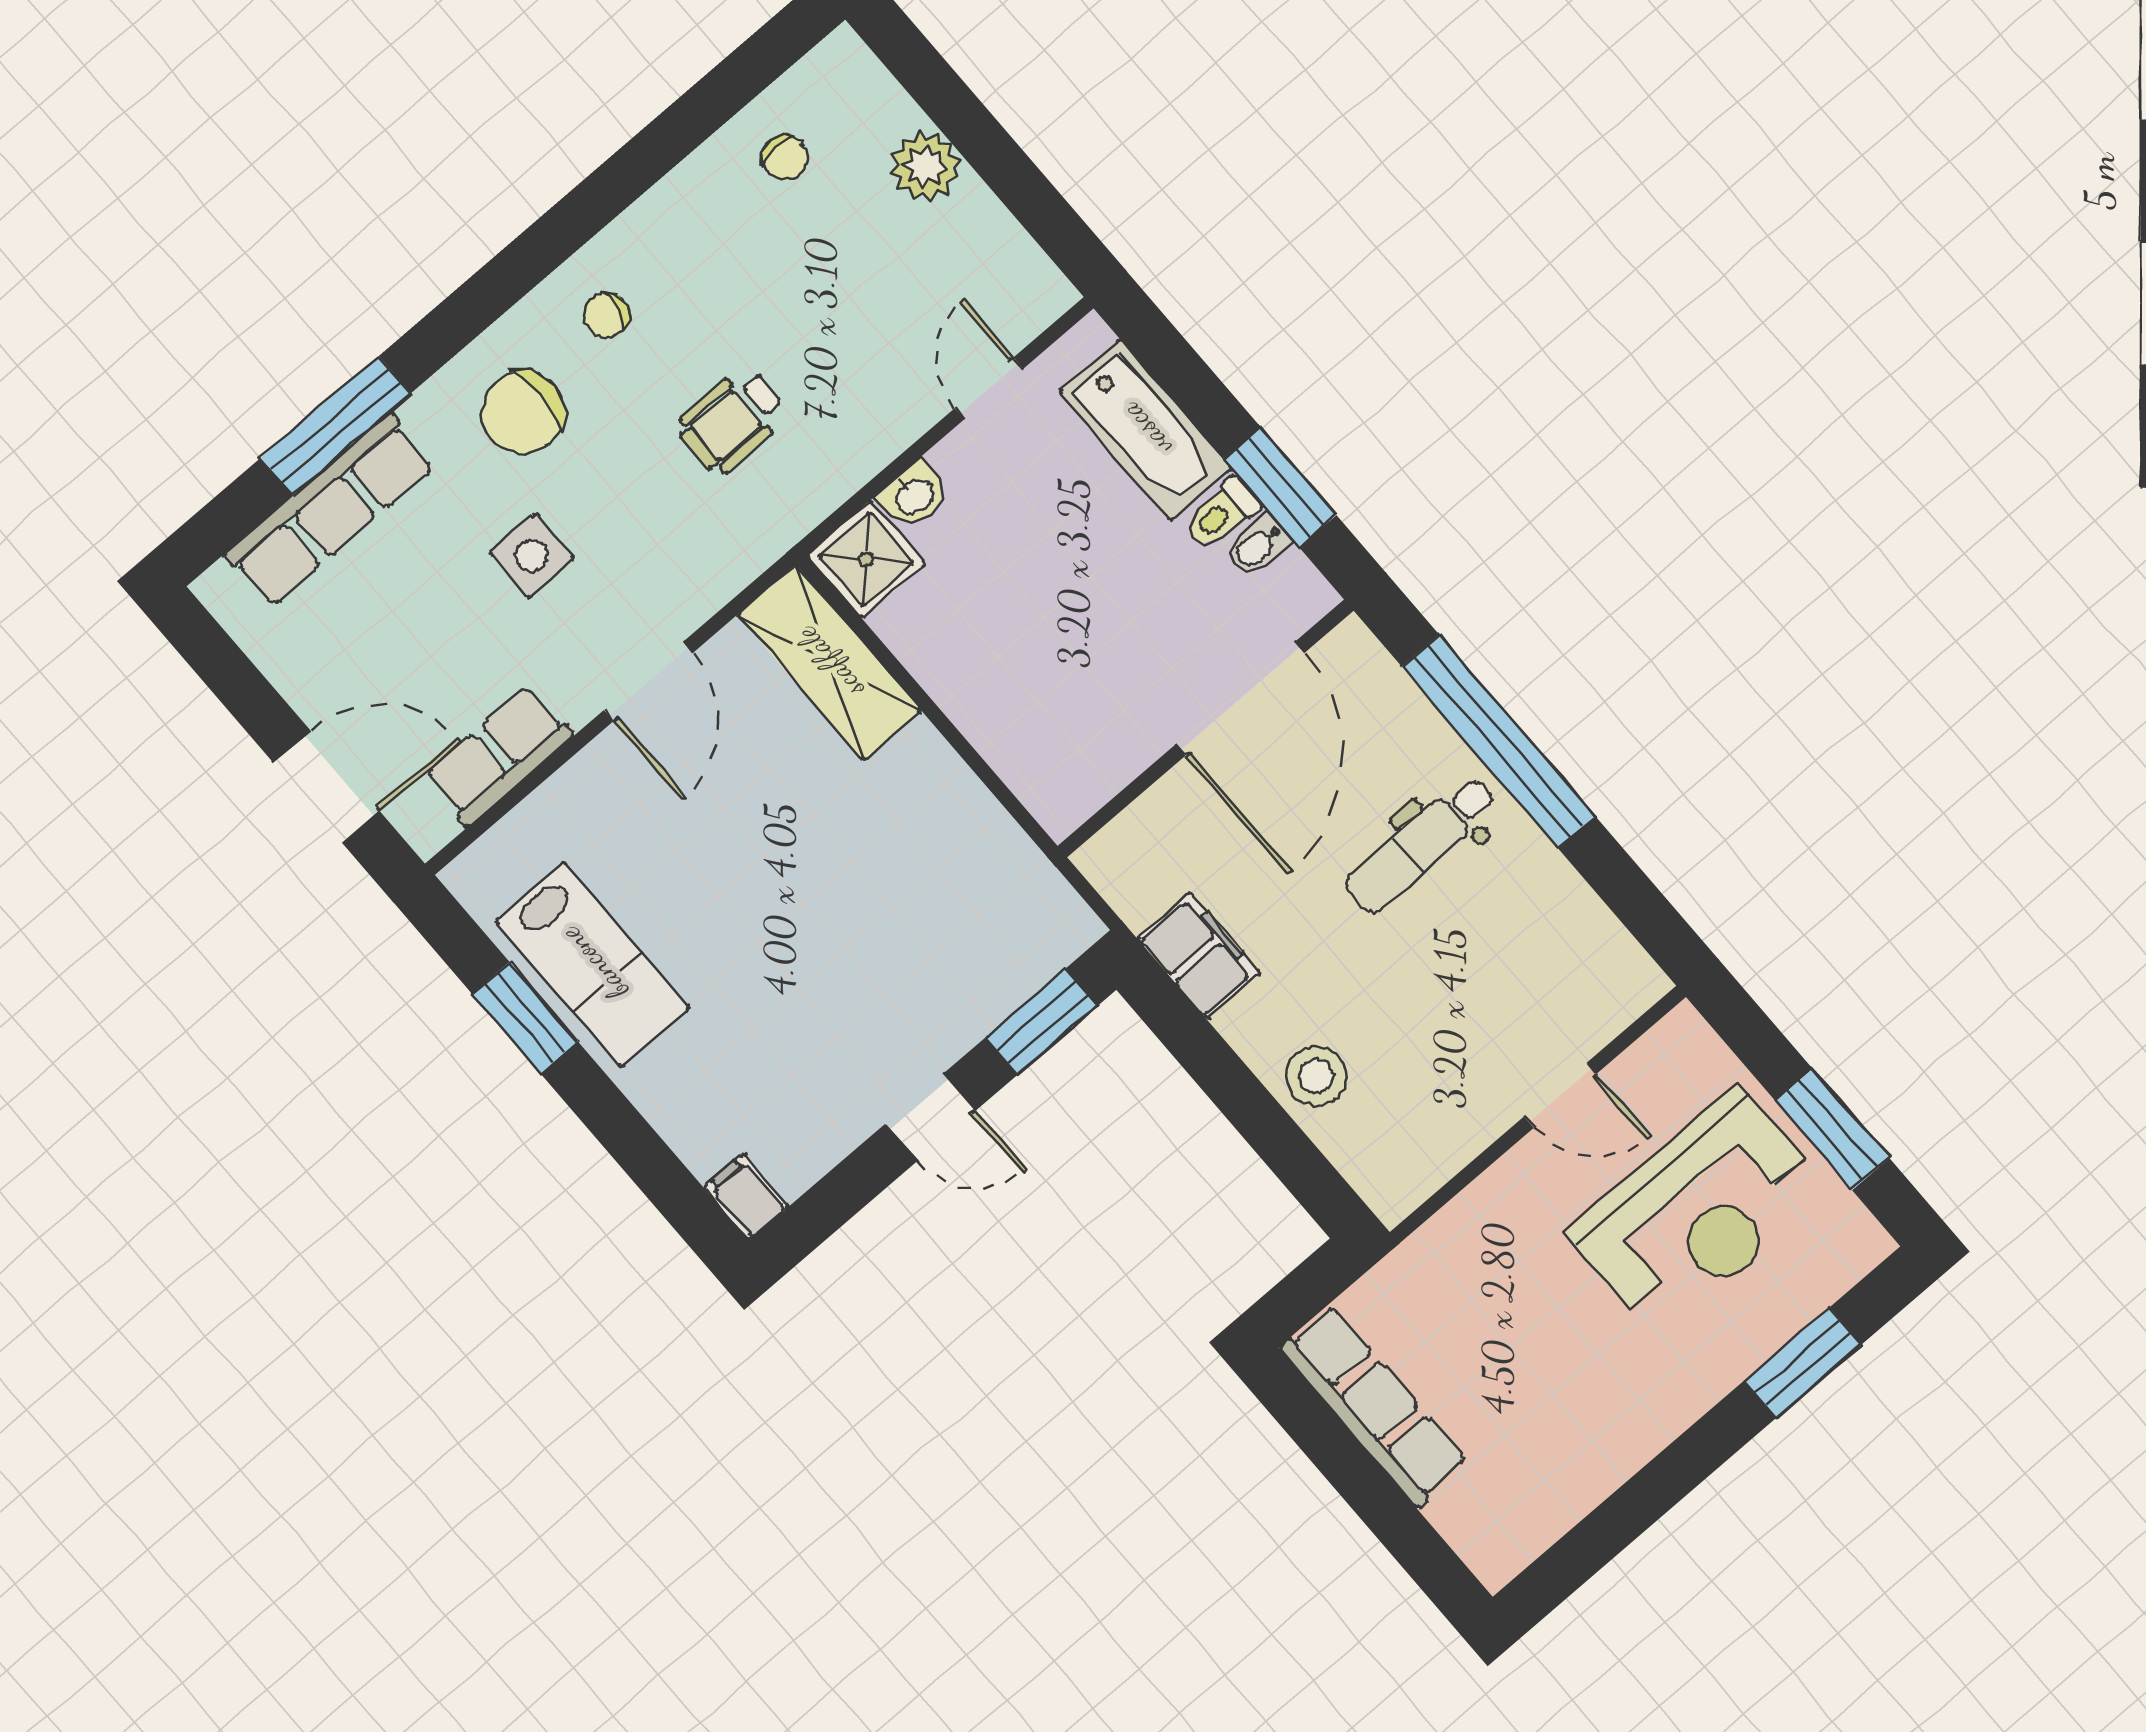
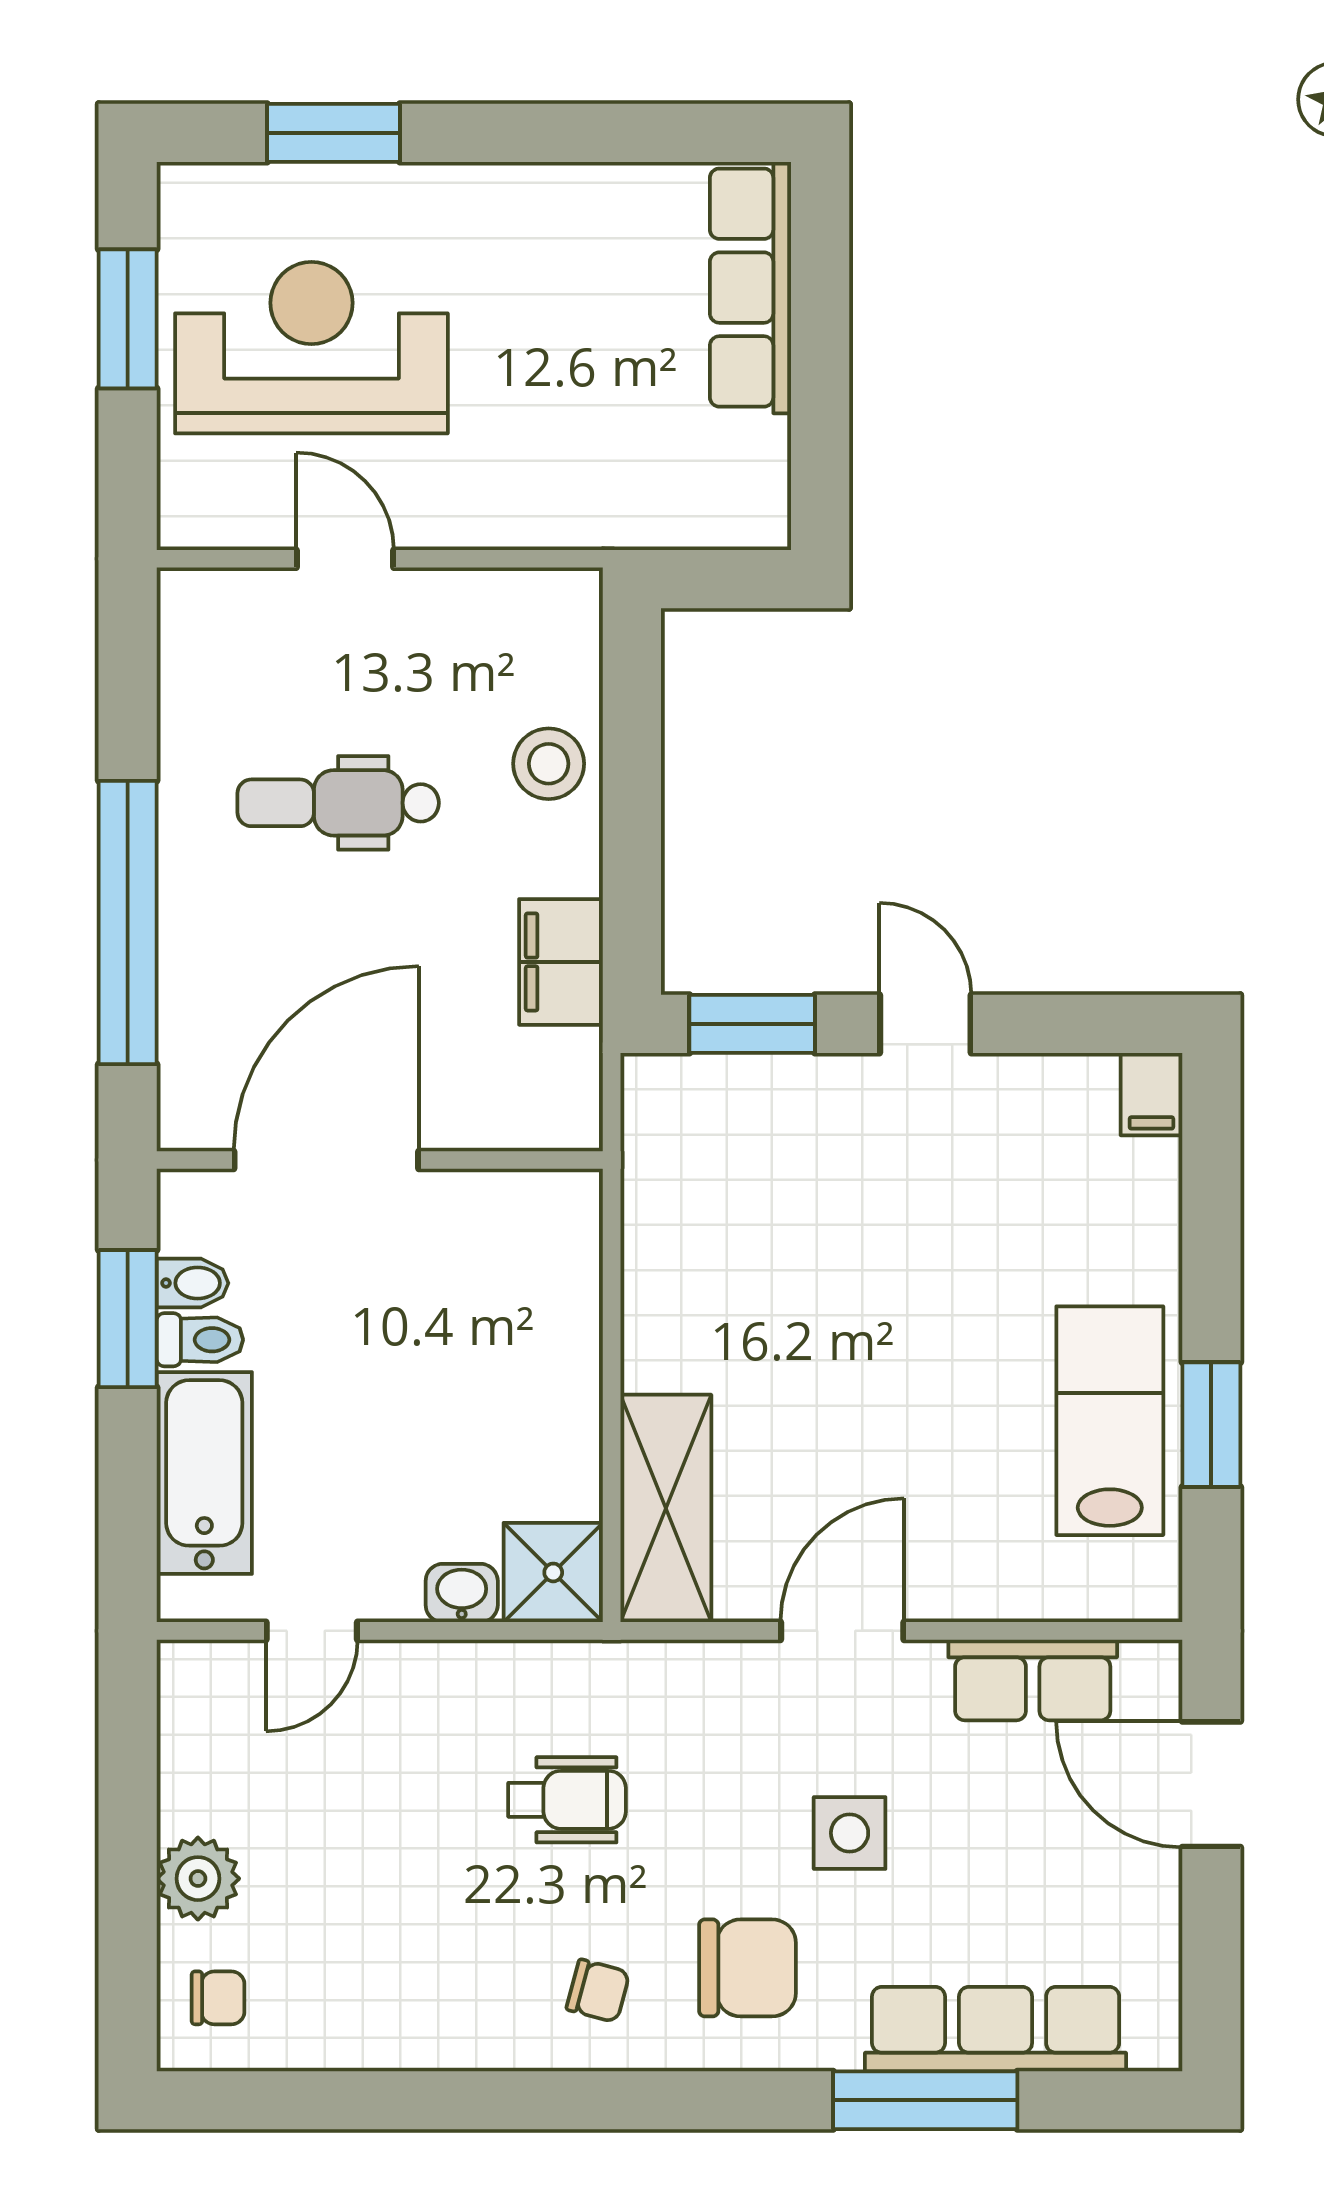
chair: (785, 158) -> (218, 1998), moved, turned 90
dental chair: (1421, 845) -> (338, 803), moved, turned 180
row of seats: (1374, 1406) -> (751, 288), moved

